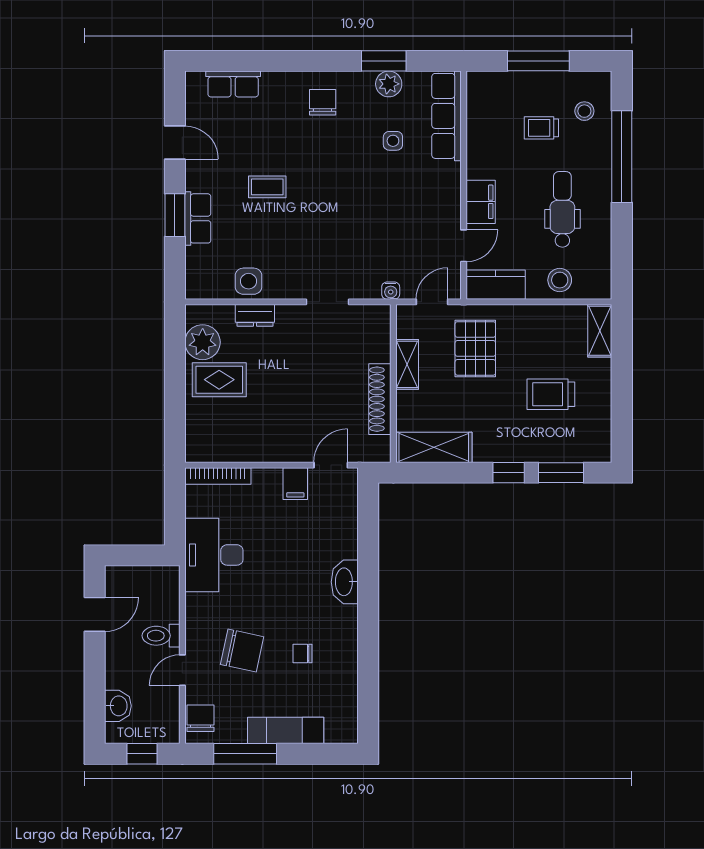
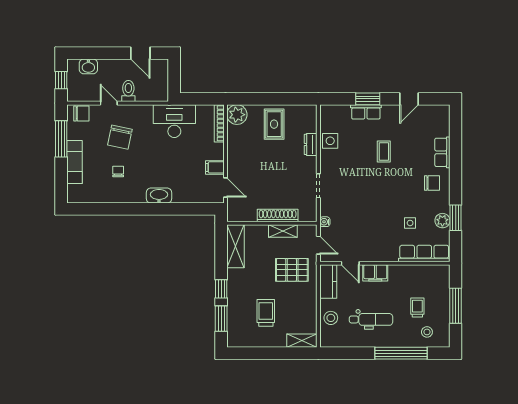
row of seats: (233, 84) -> (442, 152), moved
plant: (203, 342) -> (237, 115), moved
shoe rack: (380, 399) -> (278, 215), moved

